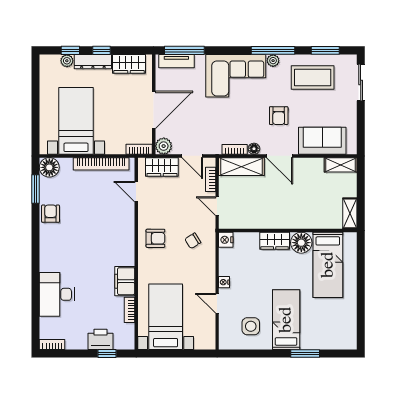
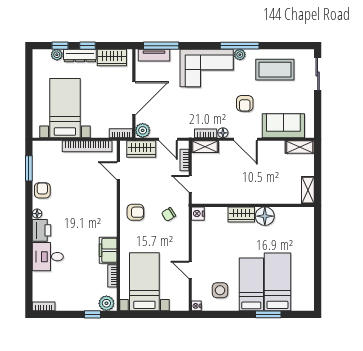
window: (325, 50) -> (286, 46), removed
floor lamp: (49, 167) -> (37, 214), moved, width x0.53, depth x0.53
shelving: (241, 167) -> (205, 147), width x0.67, depth x0.75
bed: (328, 265) -> (277, 282), moved, turned 180
nightstand: (224, 282) -> (196, 306), moved
desk: (57, 294) -> (48, 257), width x0.73
printer: (100, 339) -> (42, 230), moved, turned 90
plant: (123, 341) -> (106, 303), added

